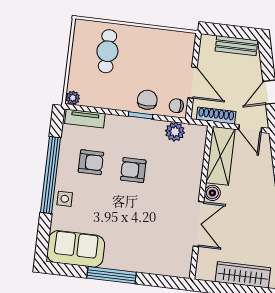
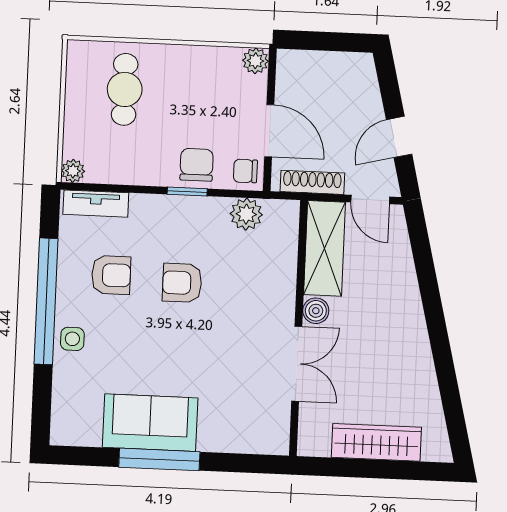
plant: (187, 40) -> (255, 61), added
bench: (236, 46) -> (337, 64), removed
sofa: (76, 249) -> (150, 423), moved

